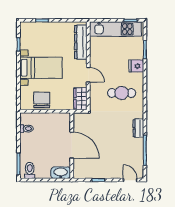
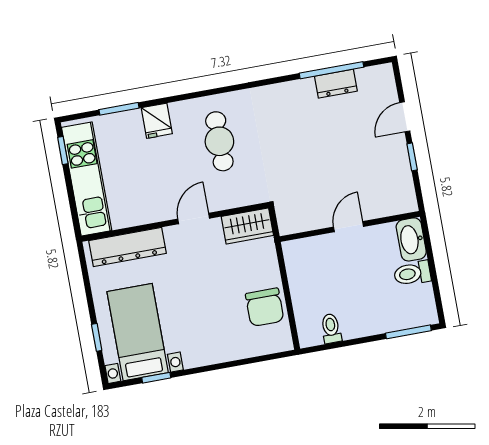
bed with nightstands: (41, 68) -> (138, 332), moved
chair: (42, 100) -> (265, 307), turned -90
dresser: (138, 128) -> (336, 84), moved
door: (72, 145) -> (349, 227), width x0.53
toilet: (30, 170) -> (412, 273), moved
door: (130, 180) -> (405, 117), moved

